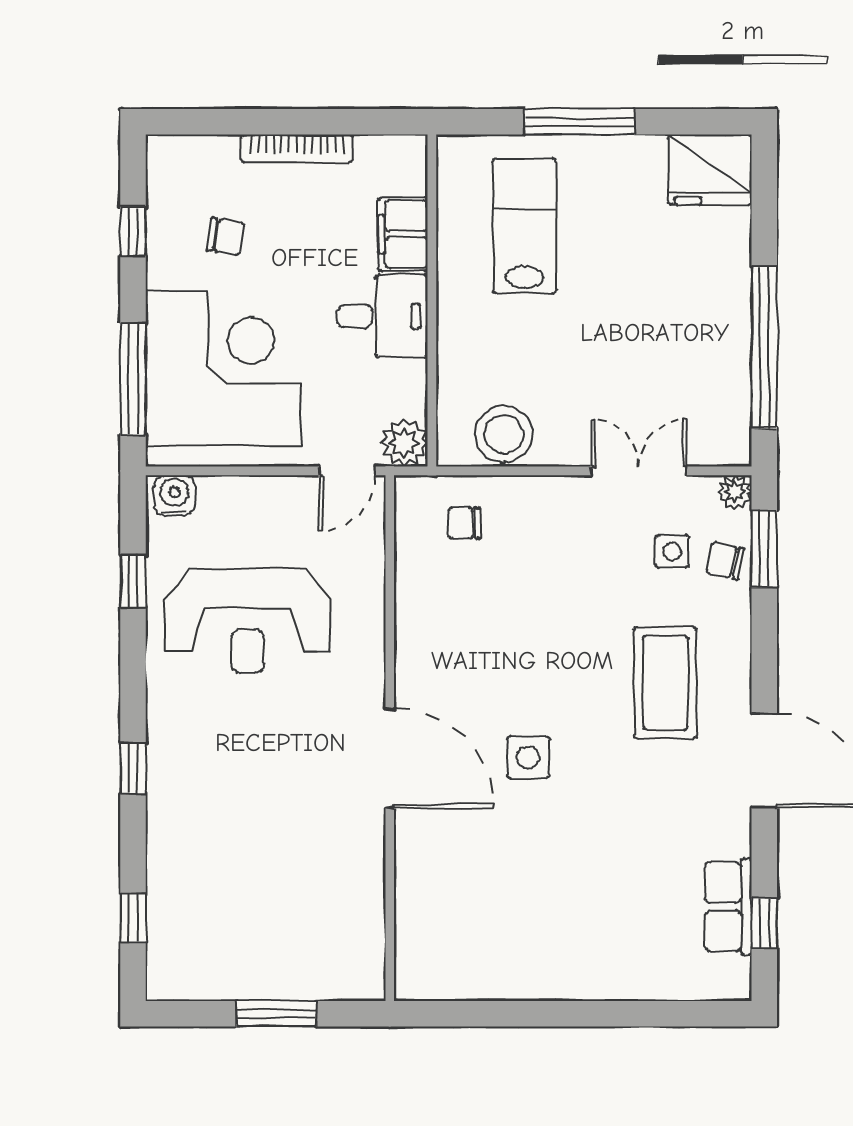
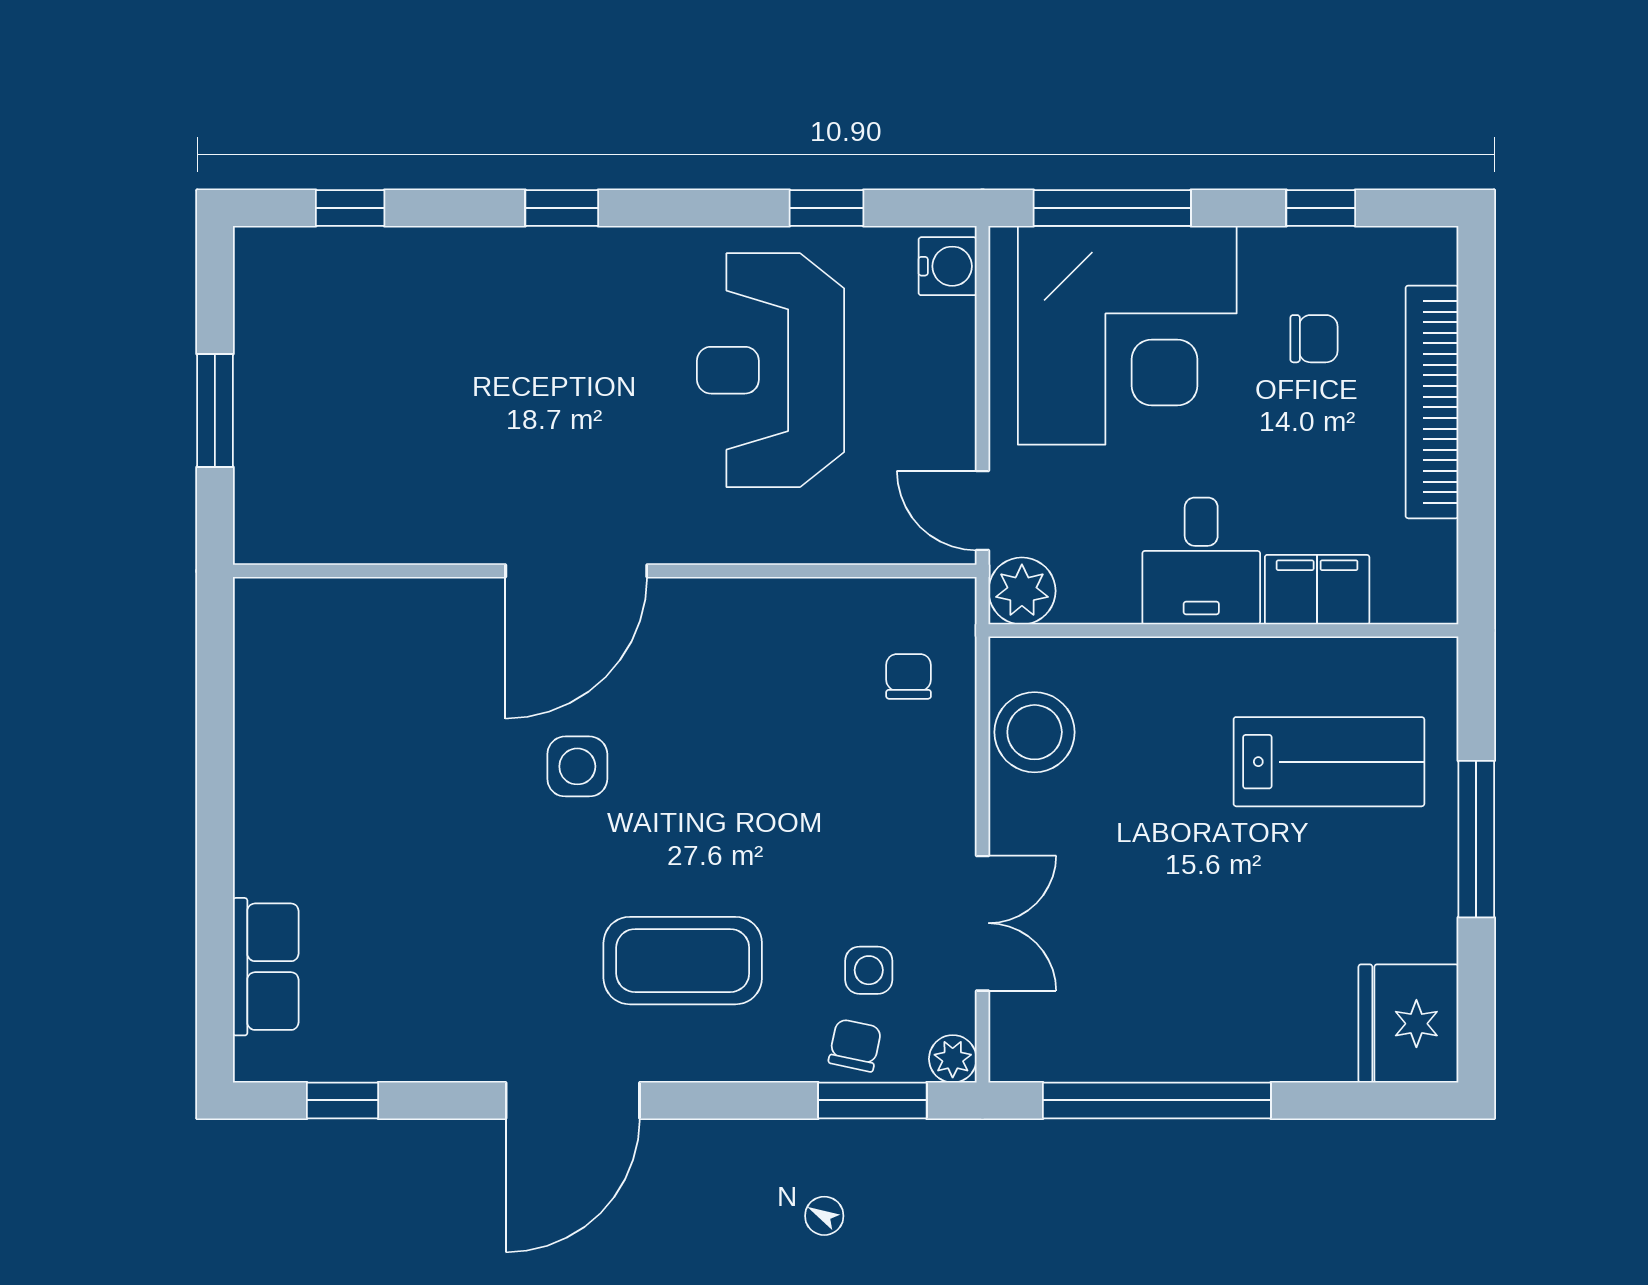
bookcase: (297, 149) -> (1432, 402), width x1.48, depth x1.31
chair: (225, 236) -> (1314, 339), turned -99
row of seats: (728, 907) -> (266, 967), moved, turned 90

